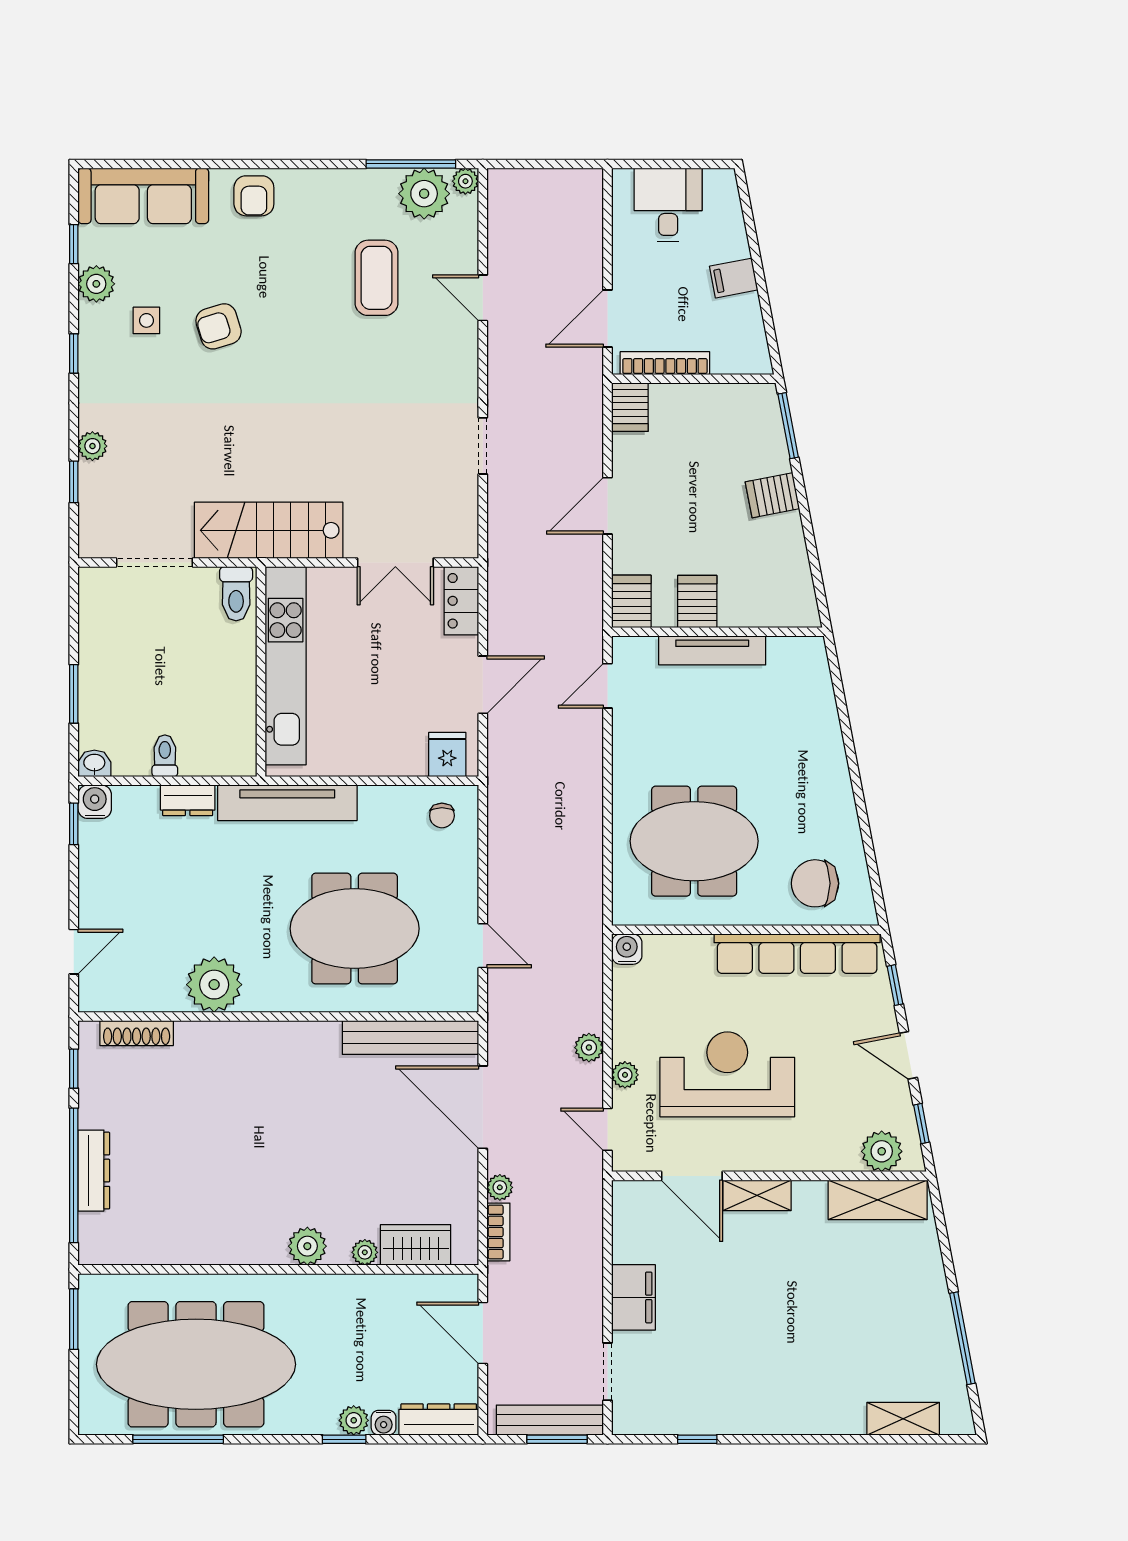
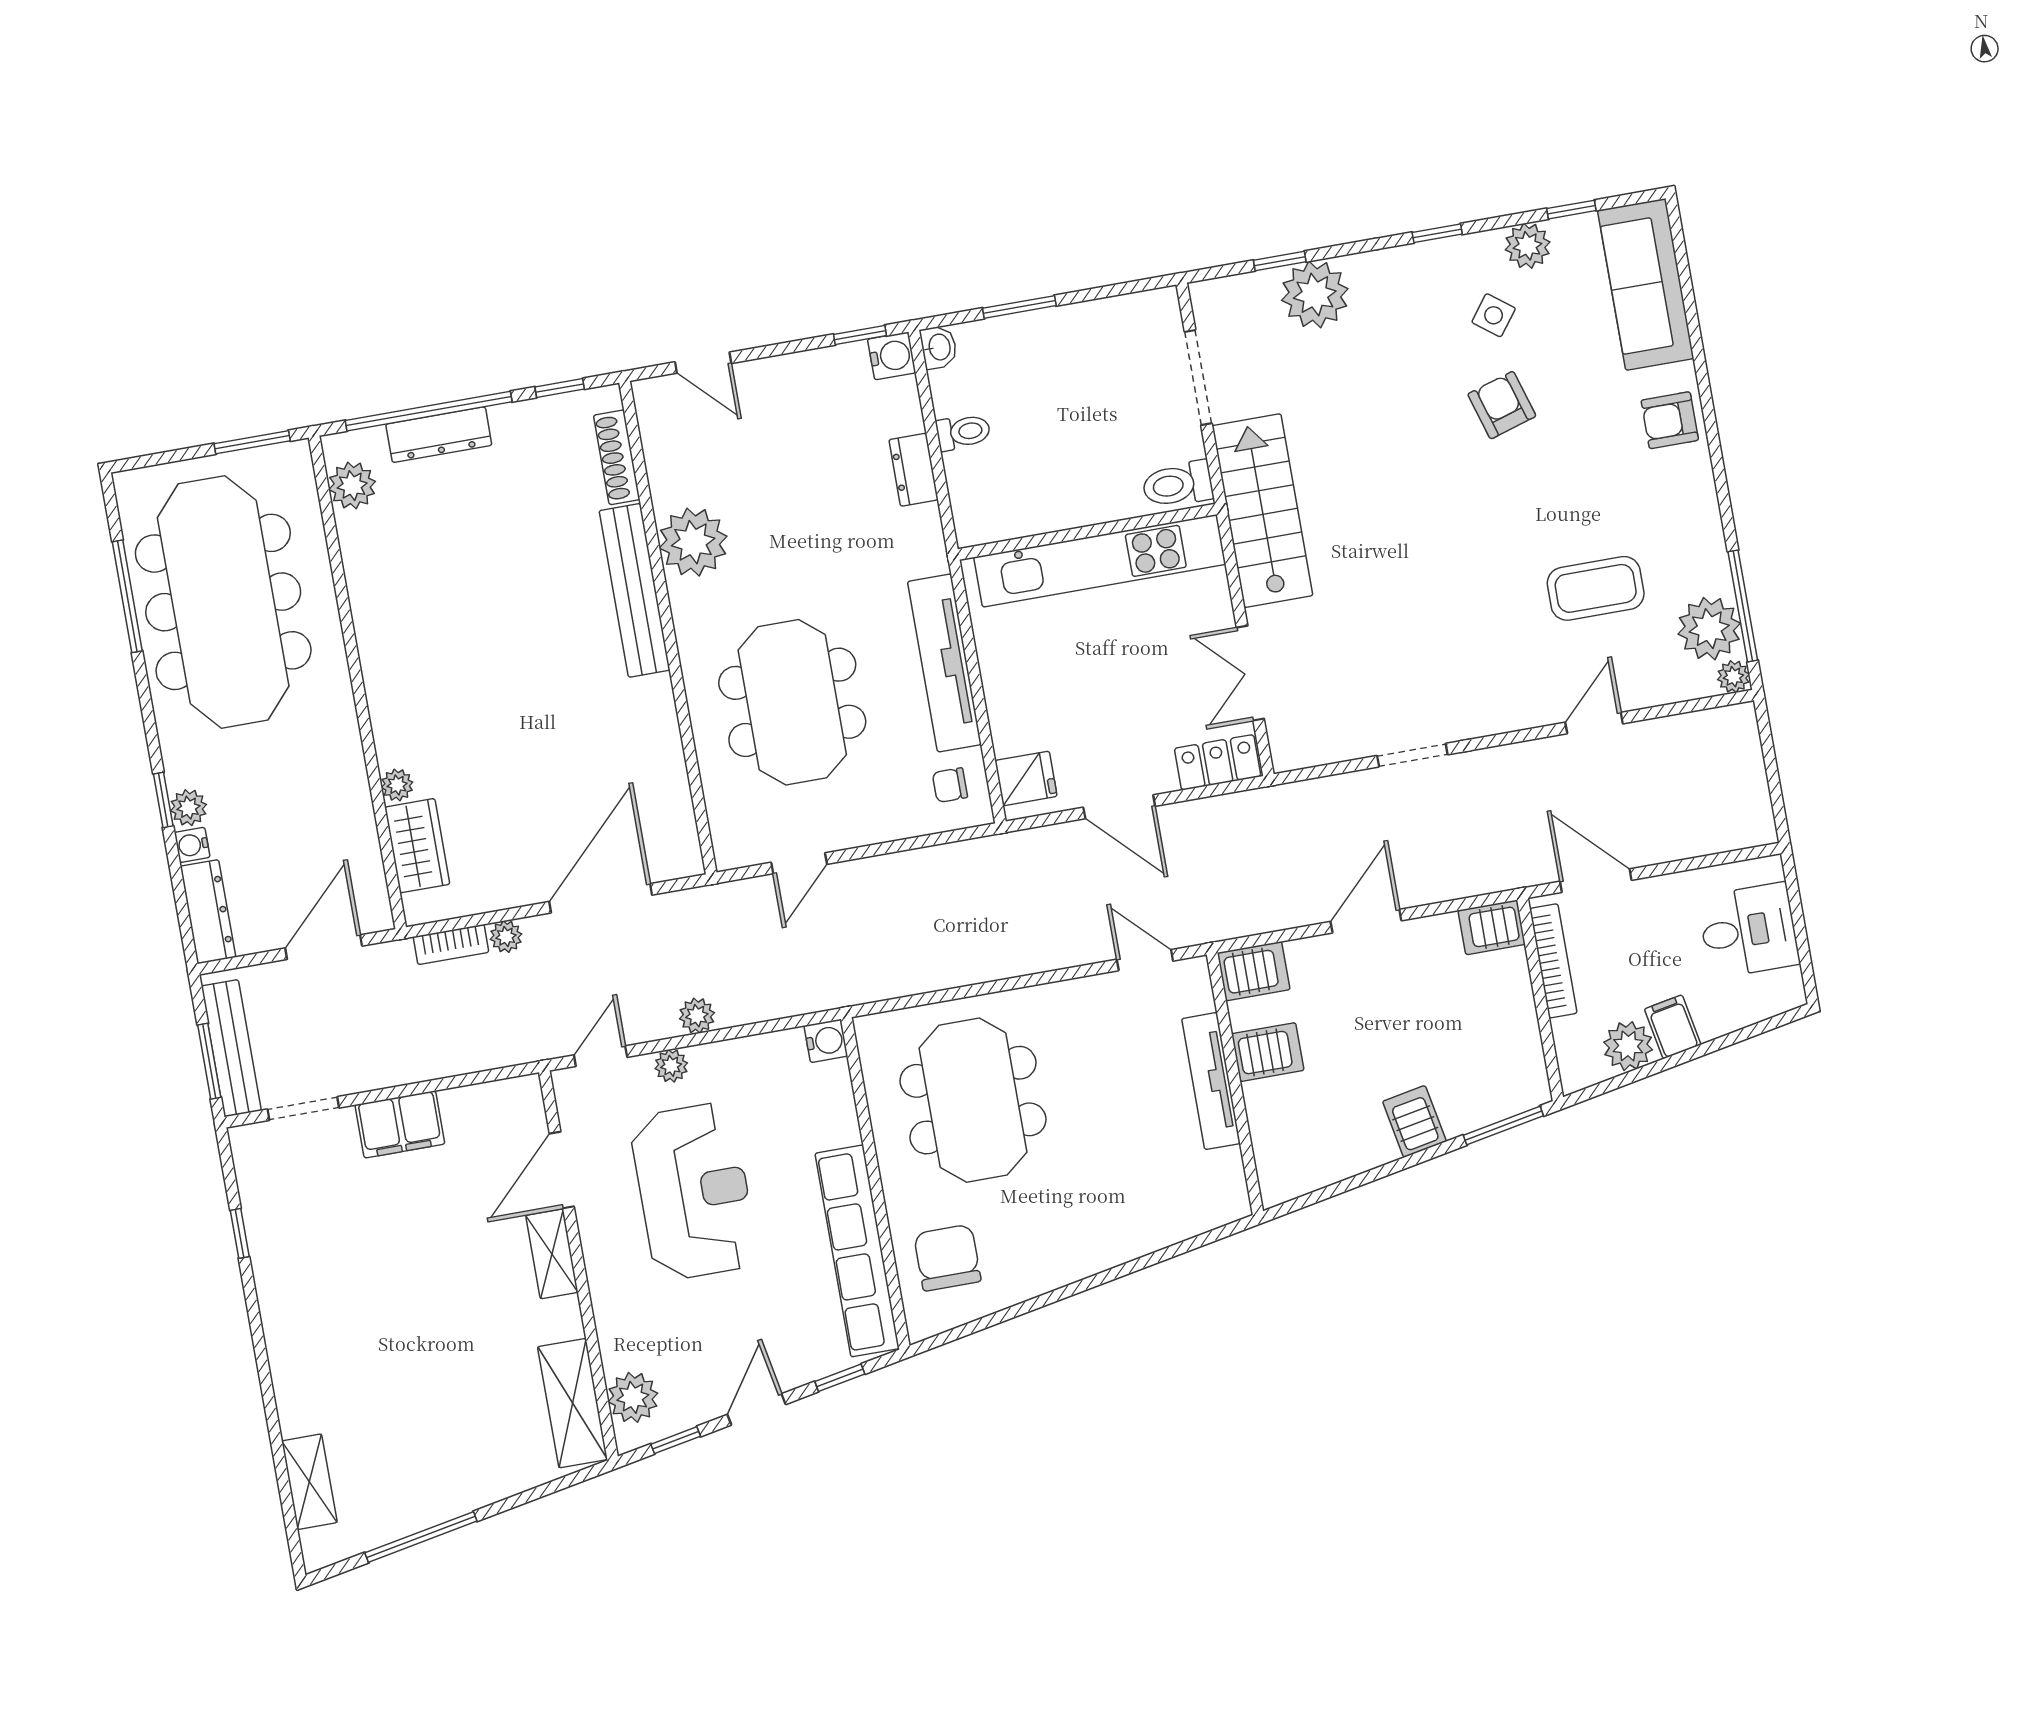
plant: (743, 316) -> (1628, 1046), added
side table: (146, 320) -> (1494, 315), turned 37
plant: (92, 446) -> (1315, 295), width x1.87, depth x1.87
door: (607, 506) -> (1366, 921), hinge flipped
tv unit: (287, 803) -> (944, 663), moved
bench: (410, 1038) -> (635, 590), moved
plant: (307, 1246) -> (352, 486), moved

